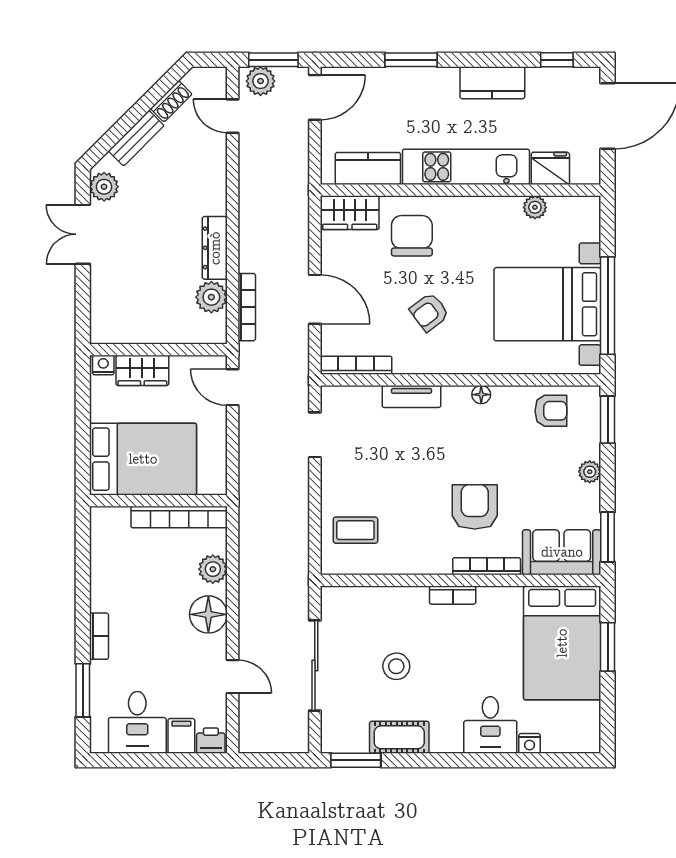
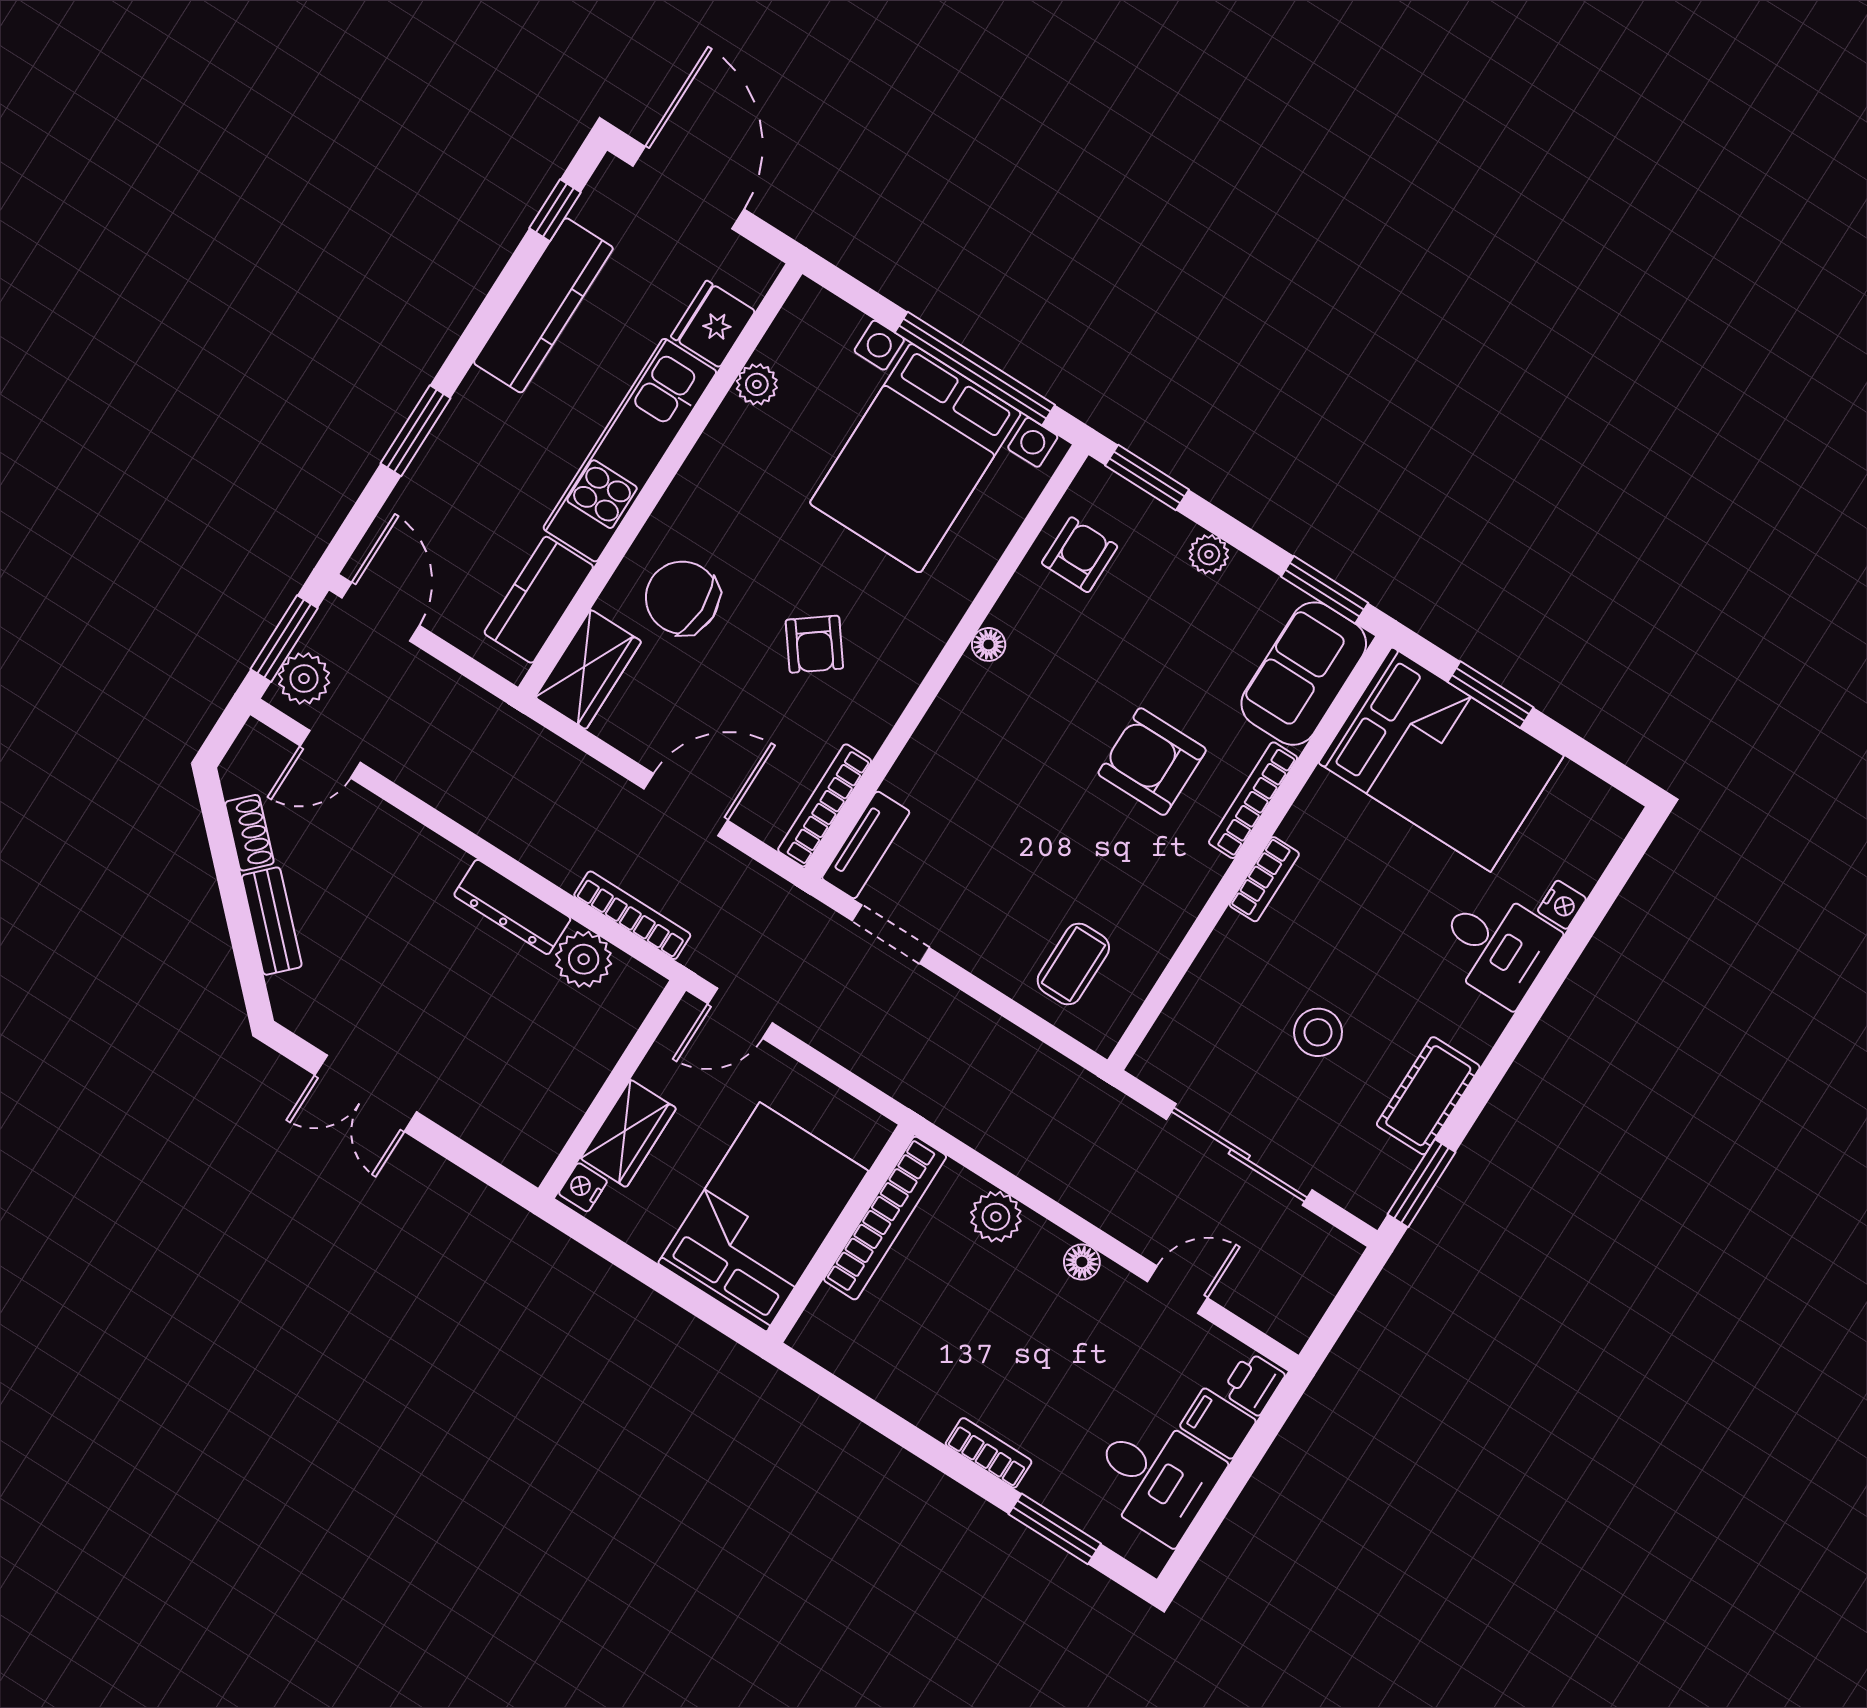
kitchen counter: (492, 83) -> (543, 305), width x1.50
plant: (104, 187) -> (314, 1016), removed
tv unit: (412, 396) -> (866, 845), moved
floor lamp: (208, 614) -> (1082, 1262), width x0.53, depth x0.53

